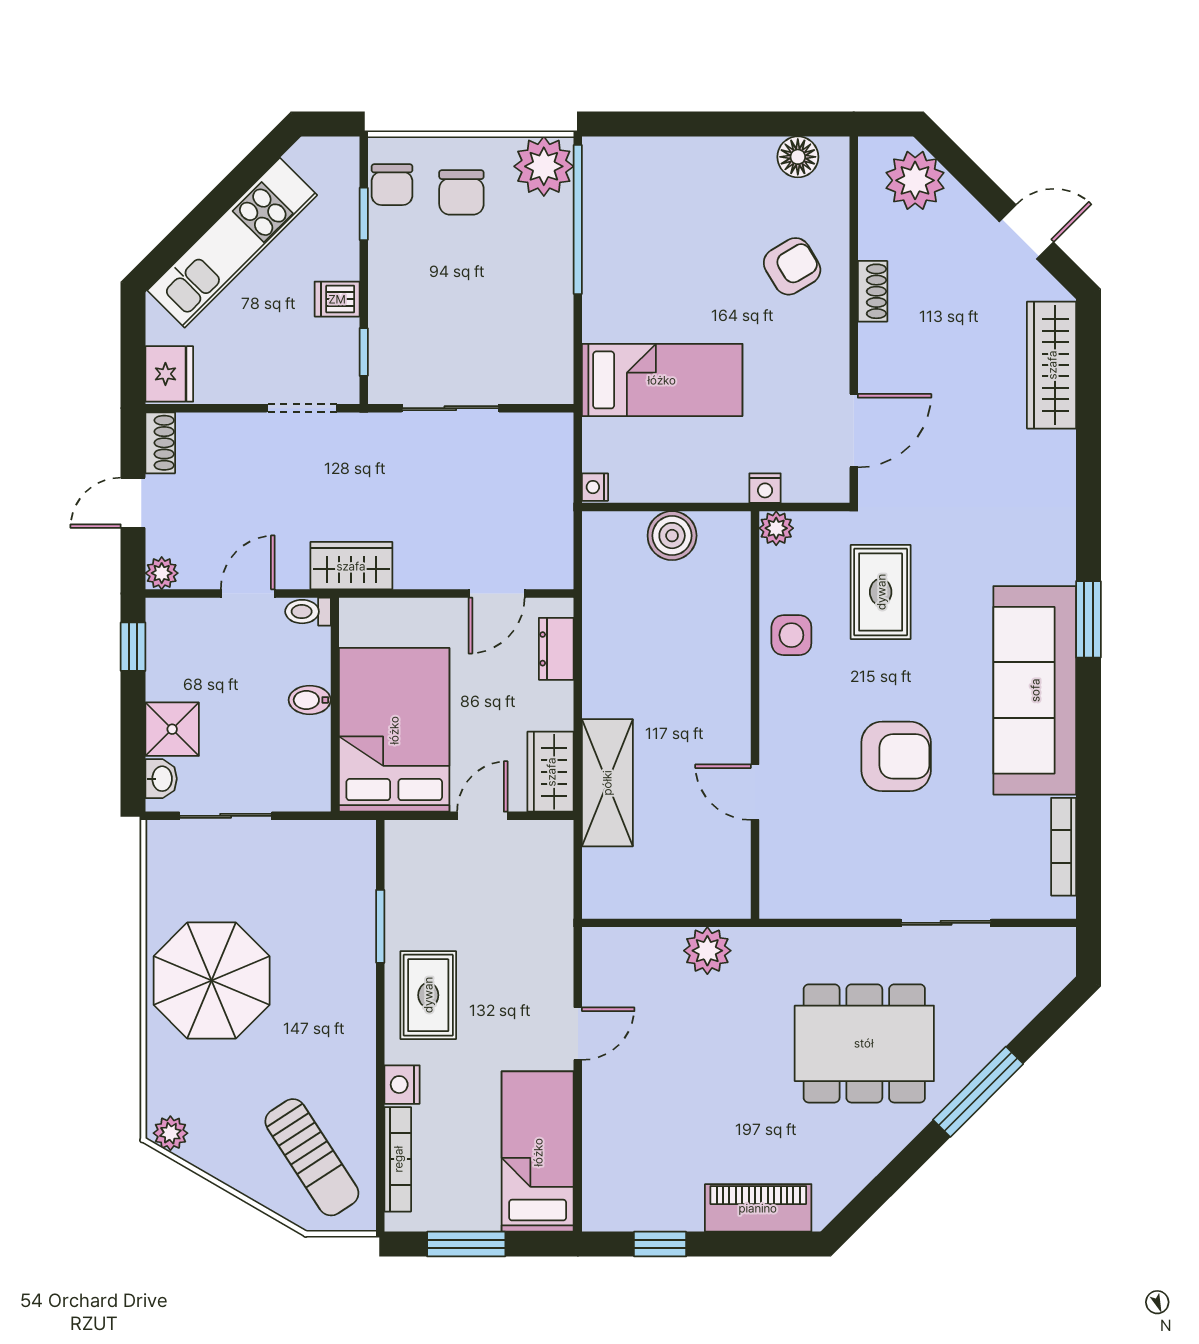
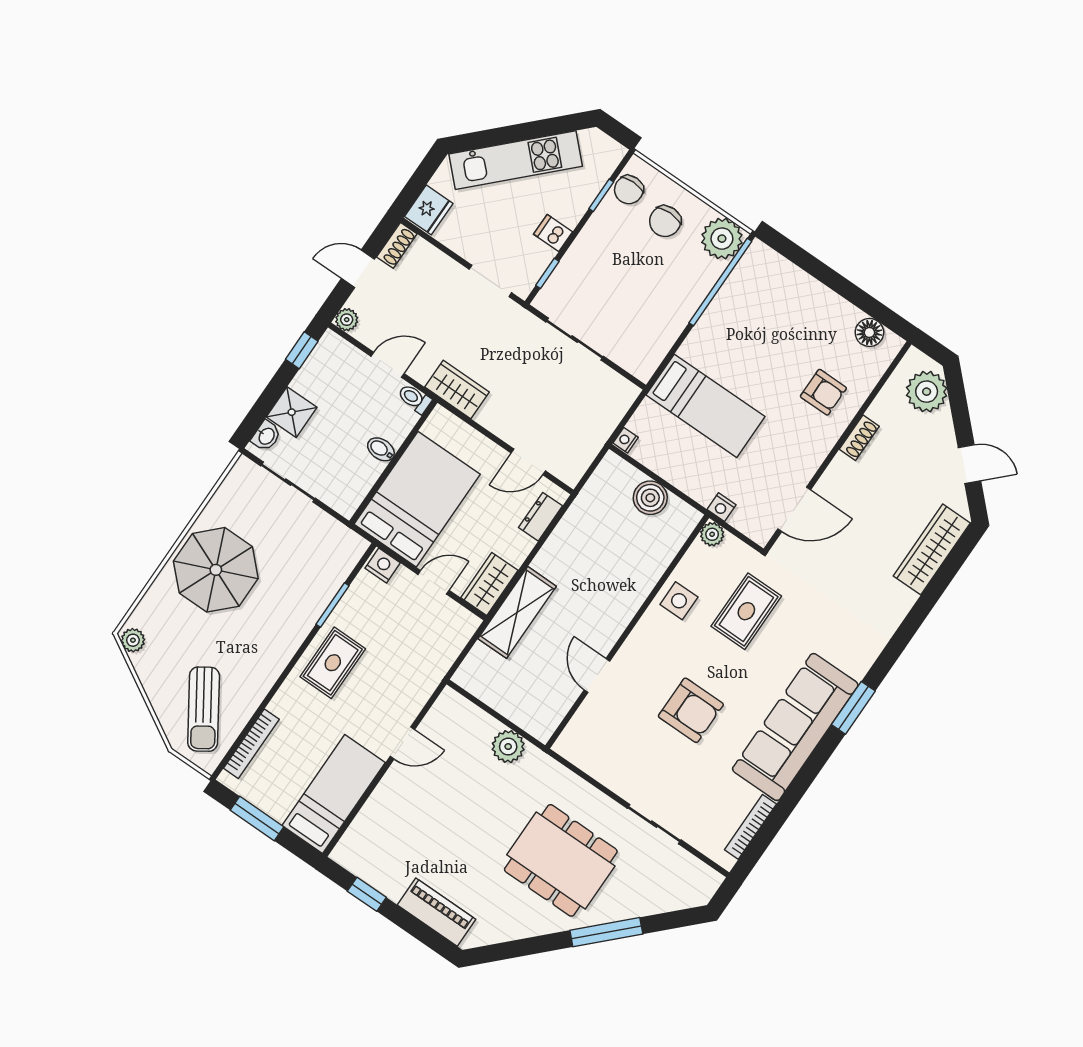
armchair: (792, 266) -> (823, 392), turned 31
nightstand: (402, 1085) -> (383, 565), moved, turned 90

